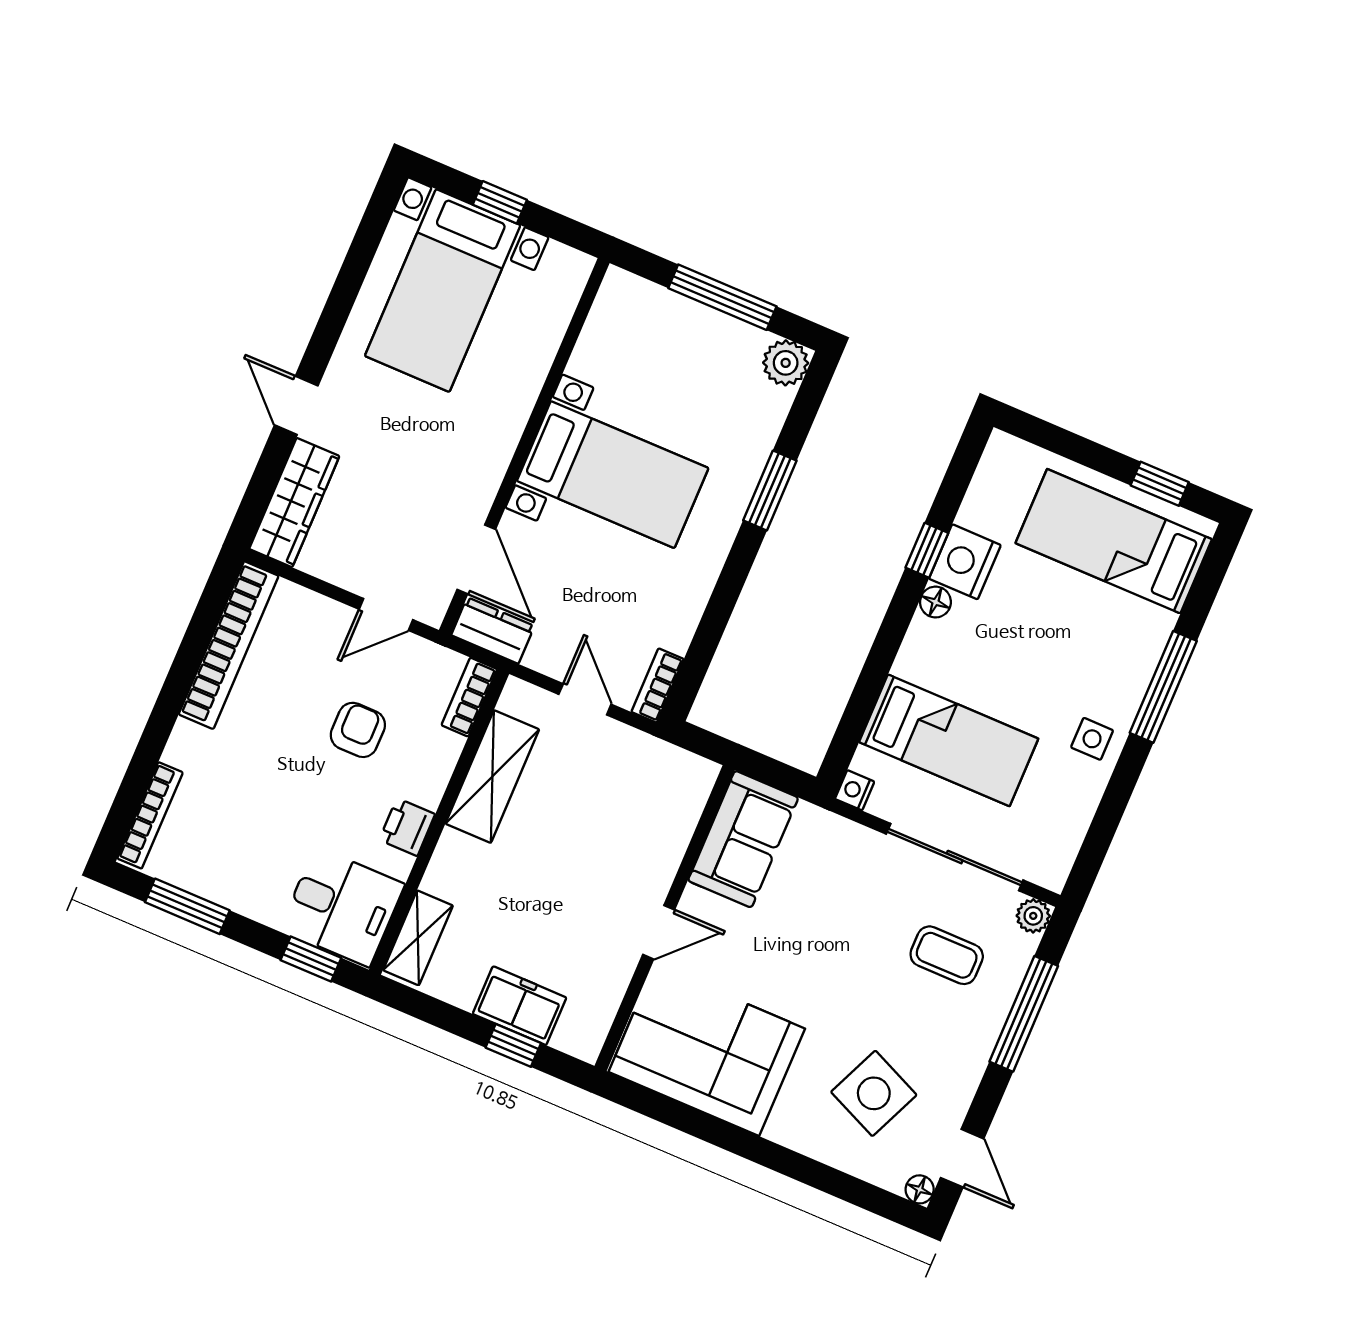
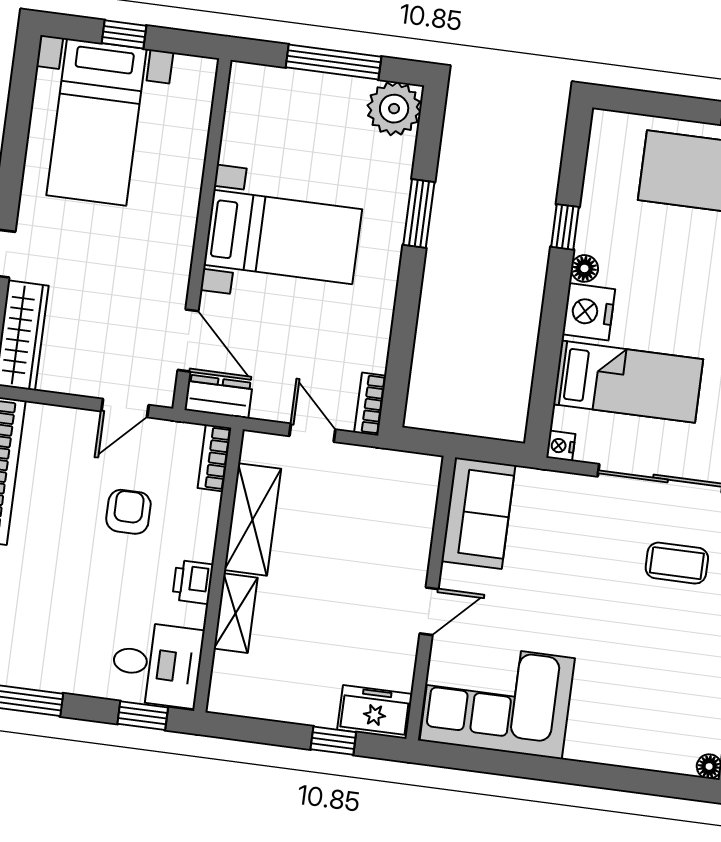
plant: (786, 363) -> (394, 109), width x1.36, depth x1.36
nightstand: (965, 562) -> (589, 312), moved
shelving: (418, 938) -> (236, 613), moved
freezer: (520, 1006) -> (375, 712), moved
side table: (874, 1093) -> (648, 696), removed

